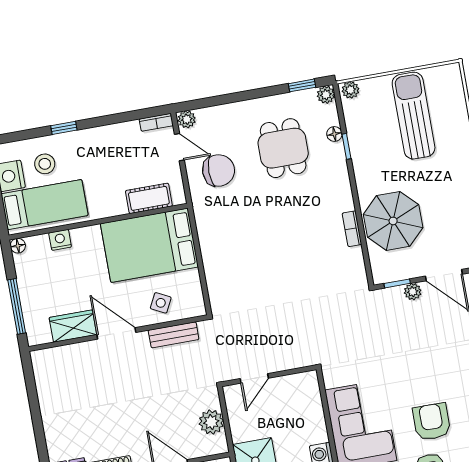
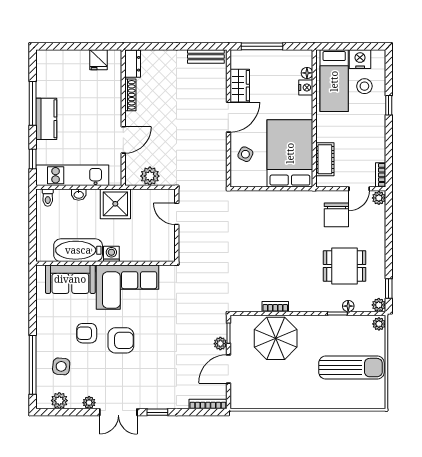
floor lamp: (18, 246) -> (307, 73), moved
bench: (174, 335) -> (206, 57), moved, turned 90

